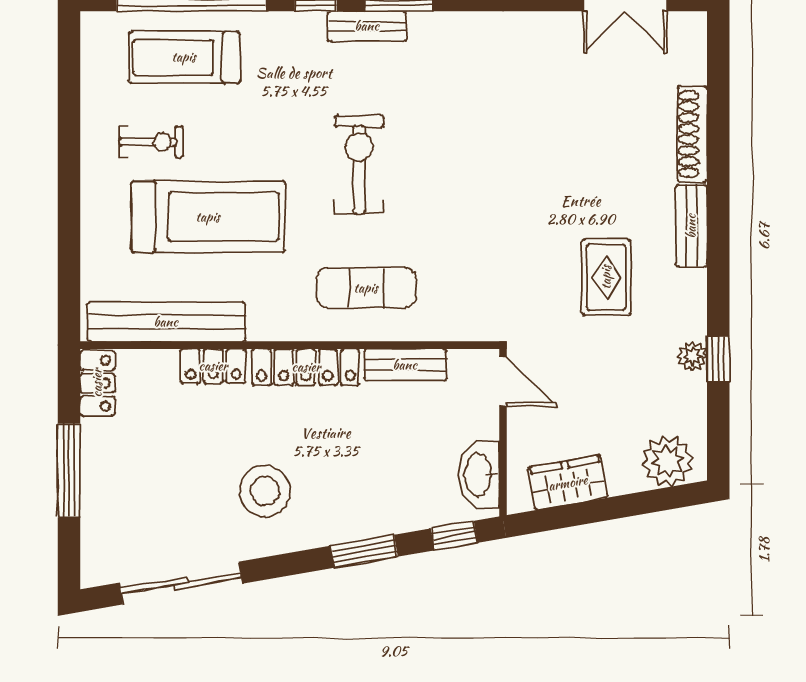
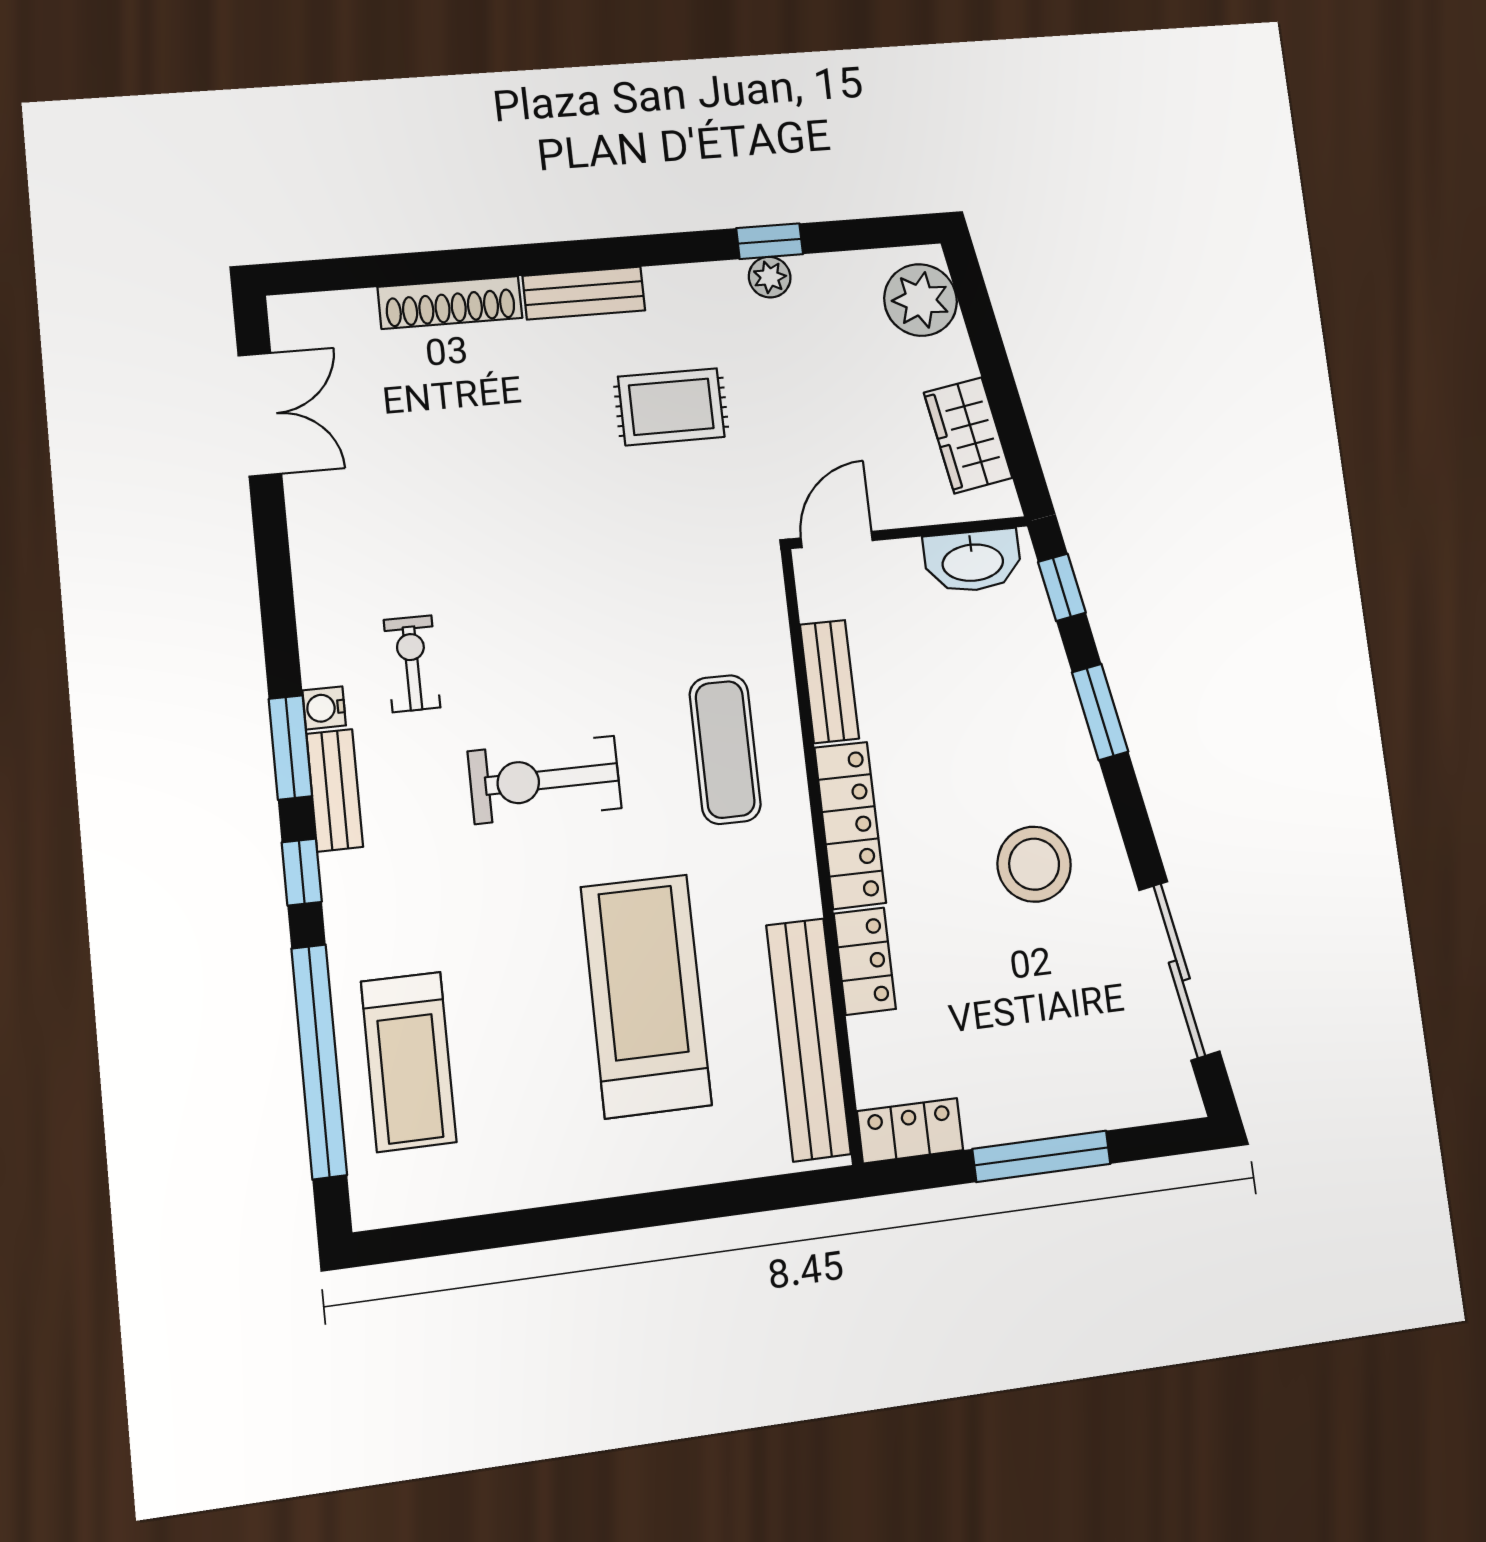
water cooler: (423, 24) -> (324, 708), added
exercise bike: (151, 142) -> (412, 664), moved

